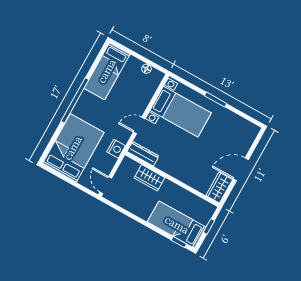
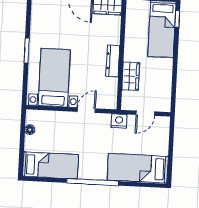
door: (139, 125) -> (86, 110), swing flipped
bed: (73, 148) -> (138, 168), width x0.67
dresser: (143, 154) -> (113, 61), moved
door: (106, 185) -> (145, 113), moved

